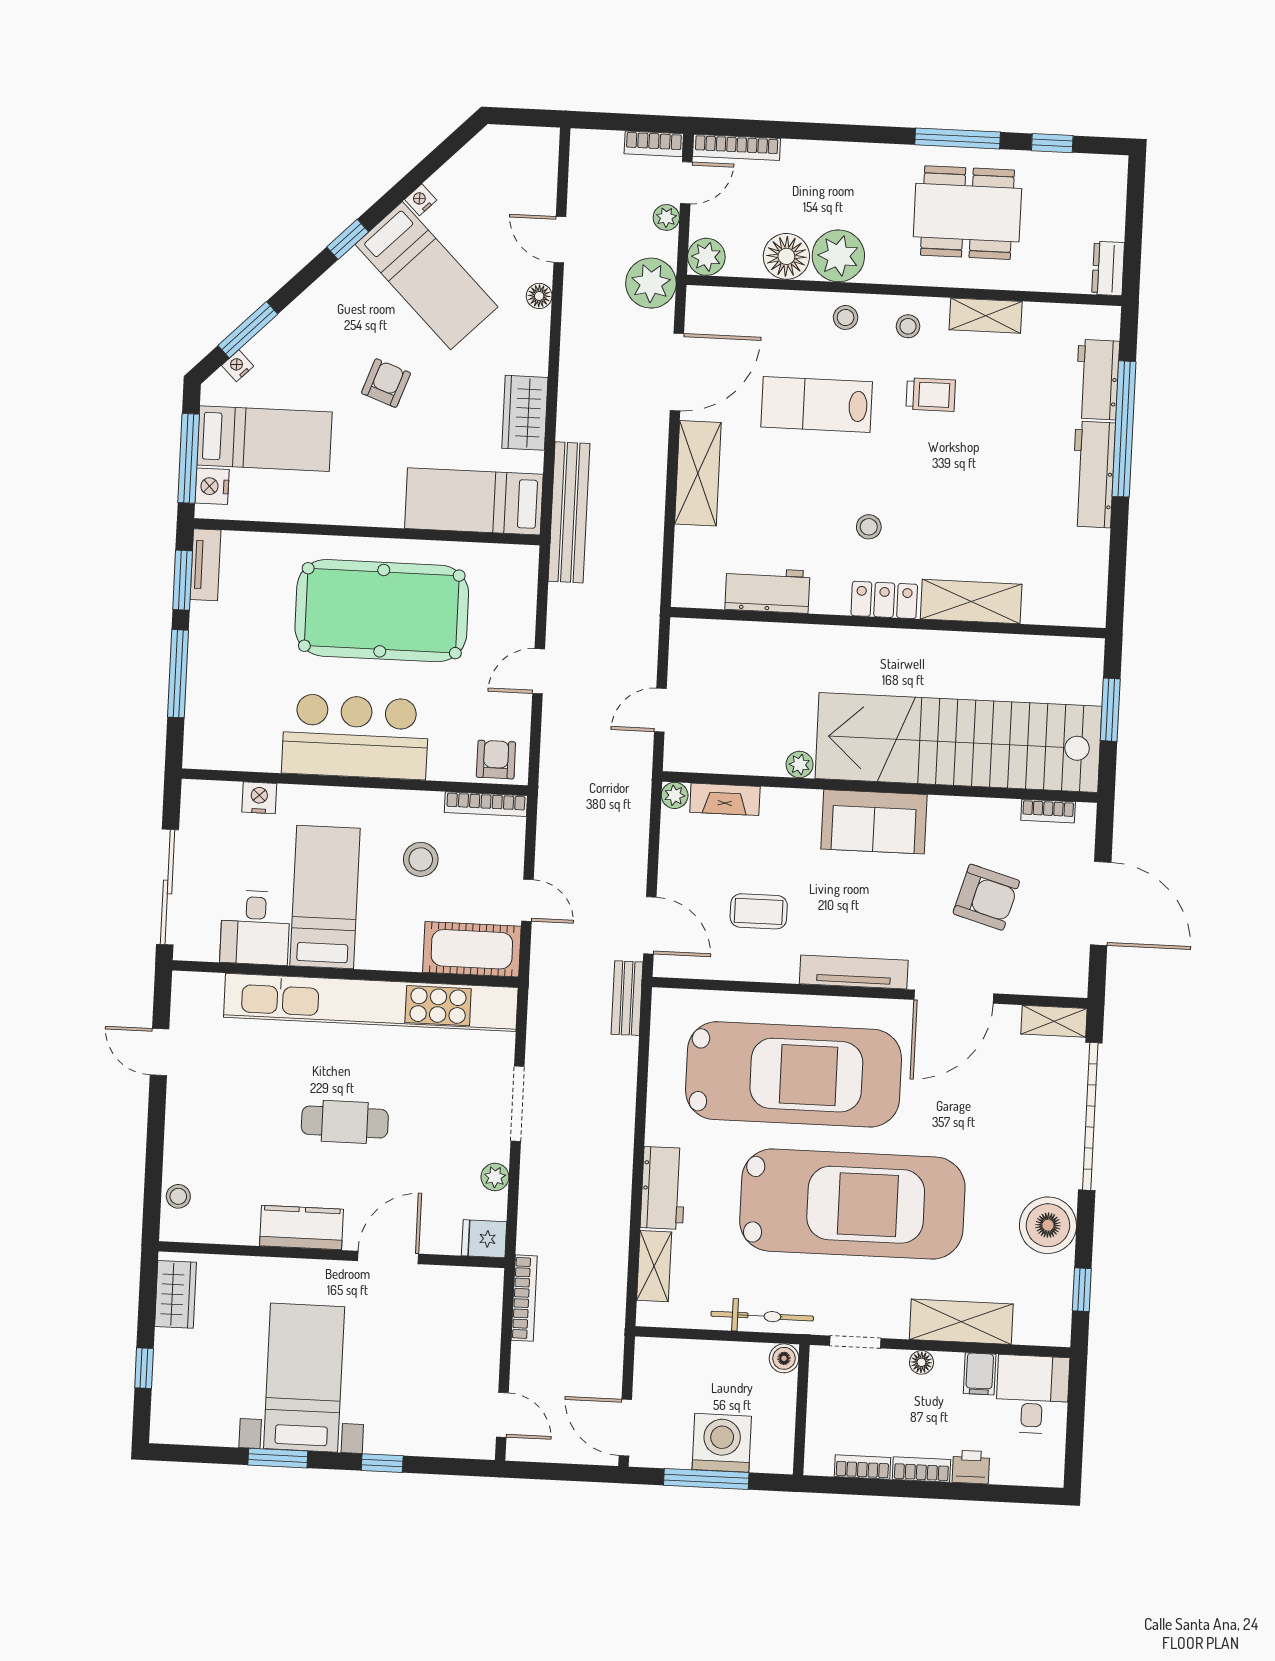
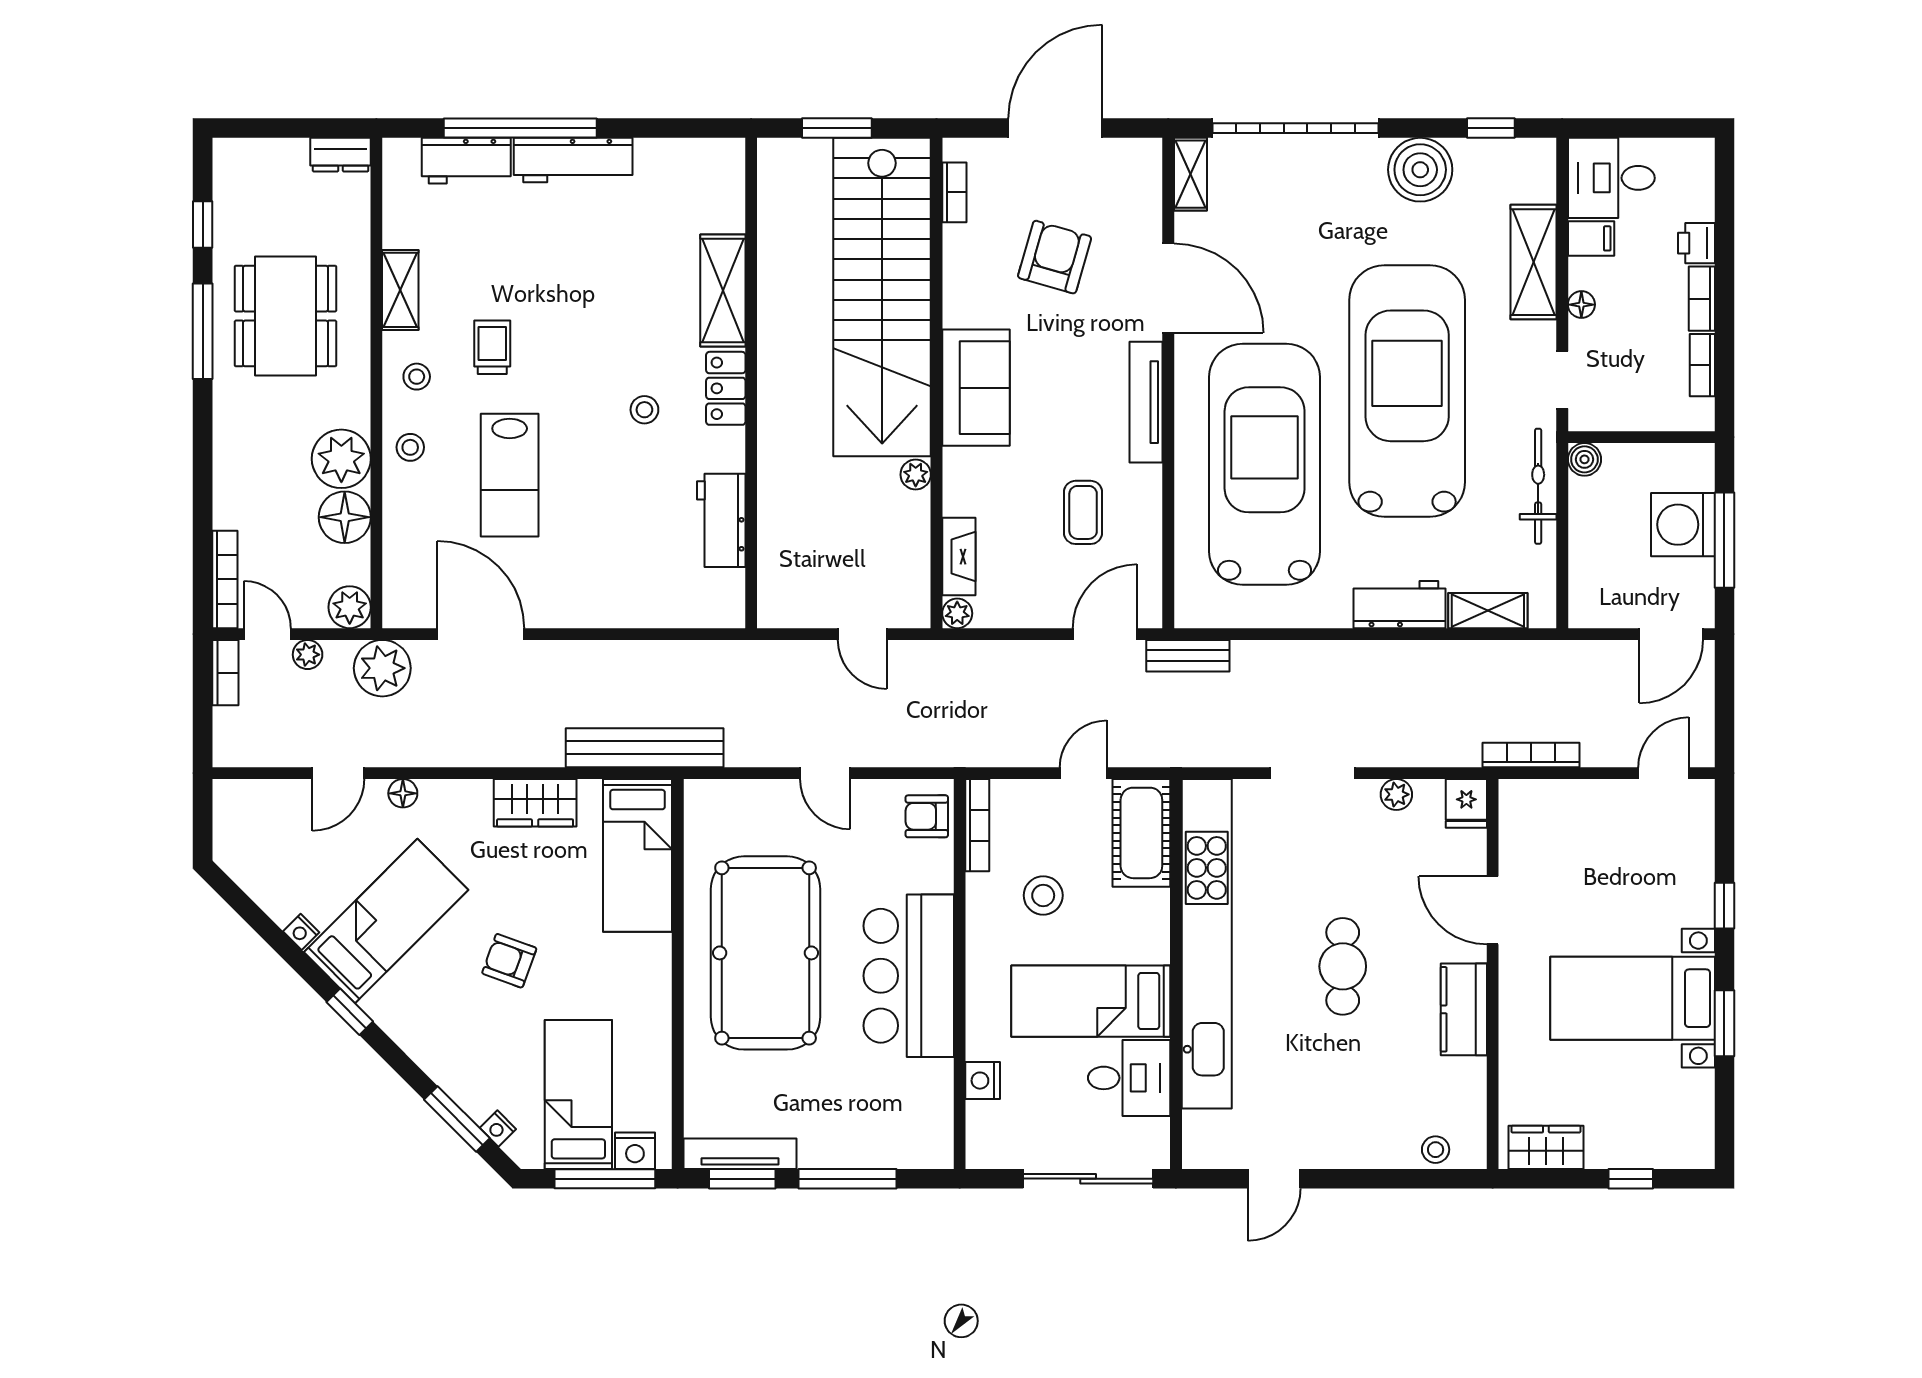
shelving: (698, 473) -> (594, 605), removed
tv unit: (206, 565) -> (740, 1154), width x1.41

